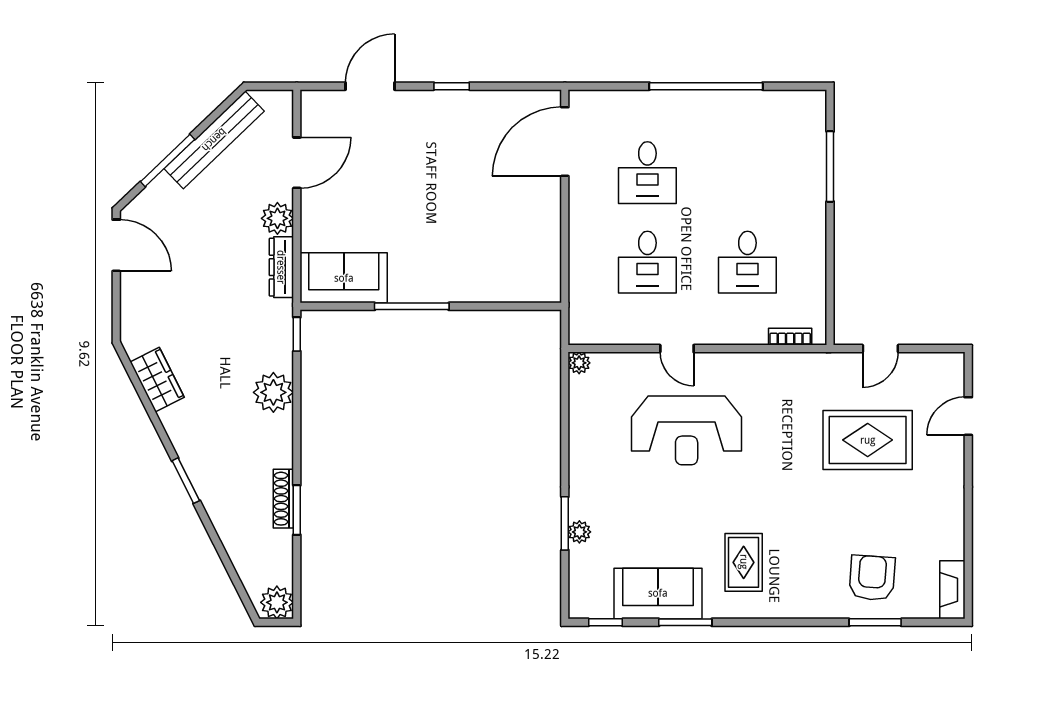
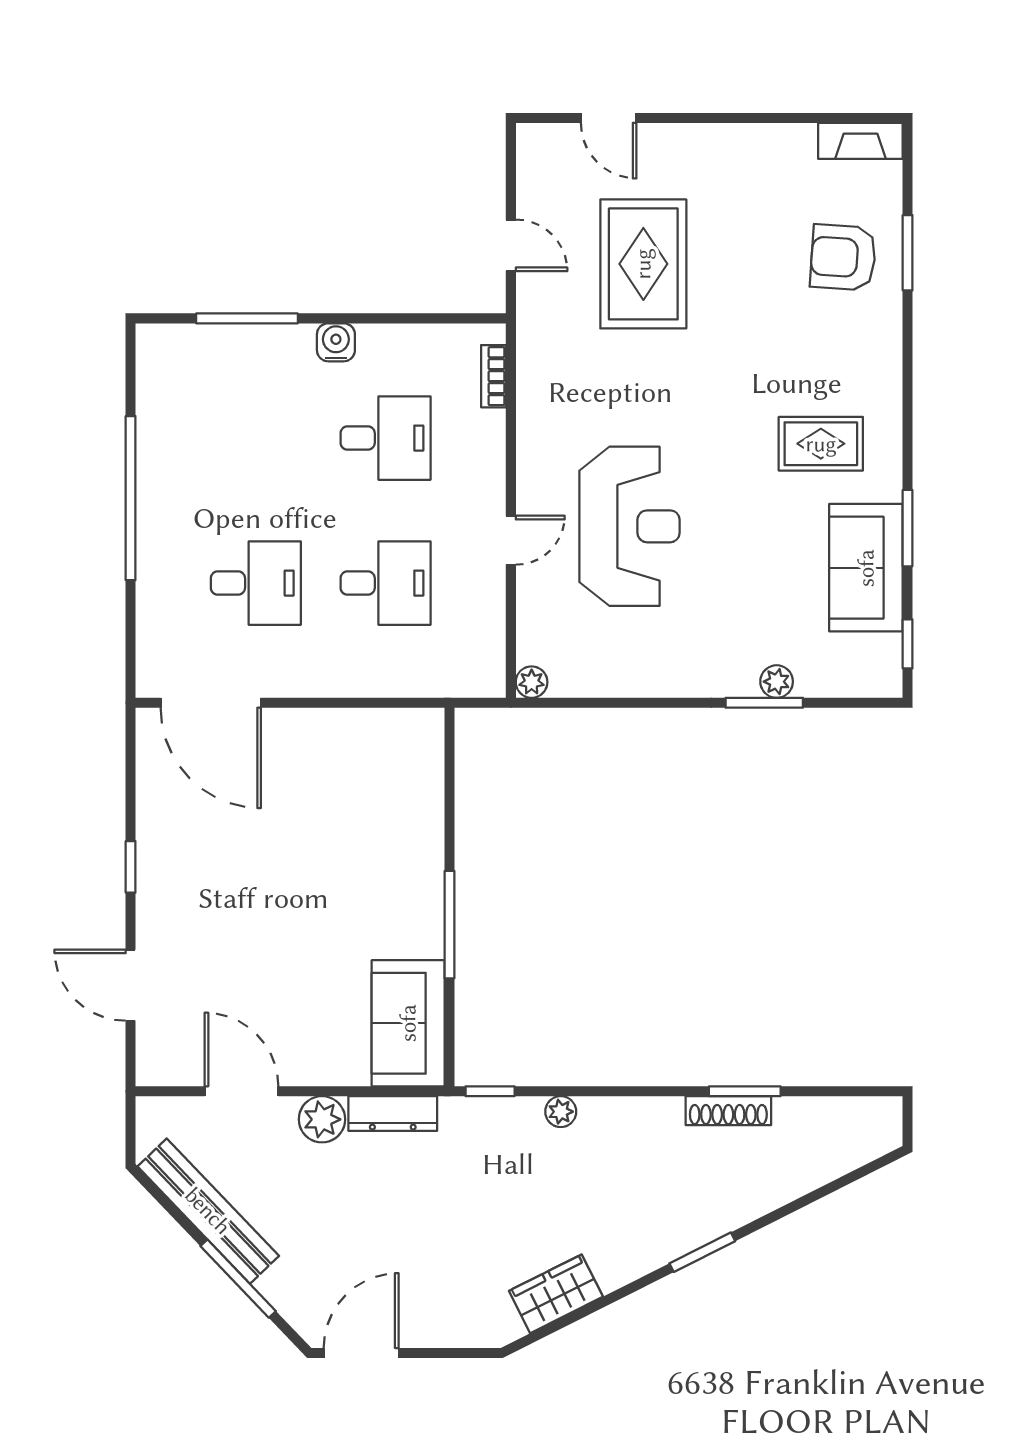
water cooler: (813, 228) -> (336, 342), added
plant: (273, 392) -> (561, 1112), width x0.53, depth x0.53
plant: (277, 602) -> (879, 1120), removed

